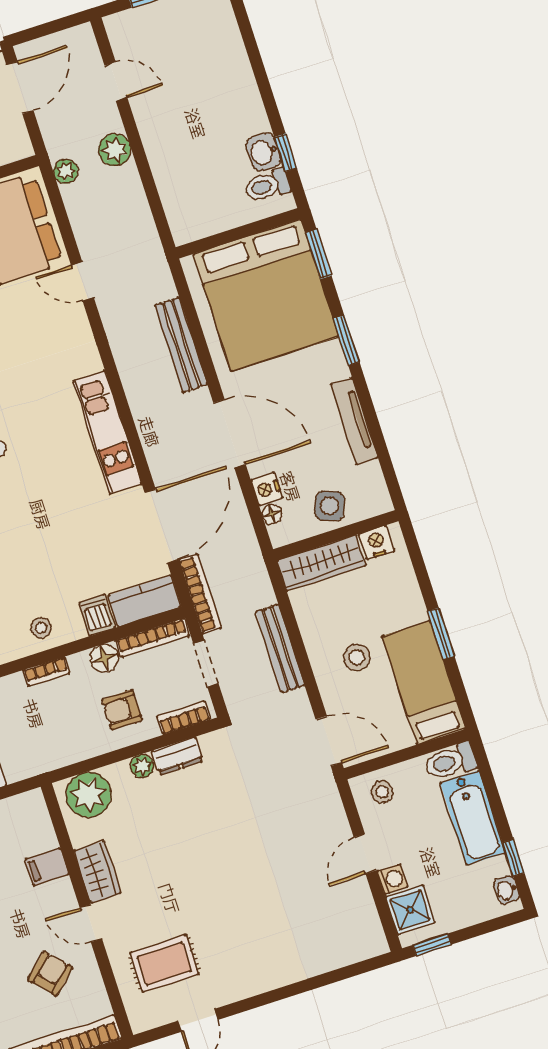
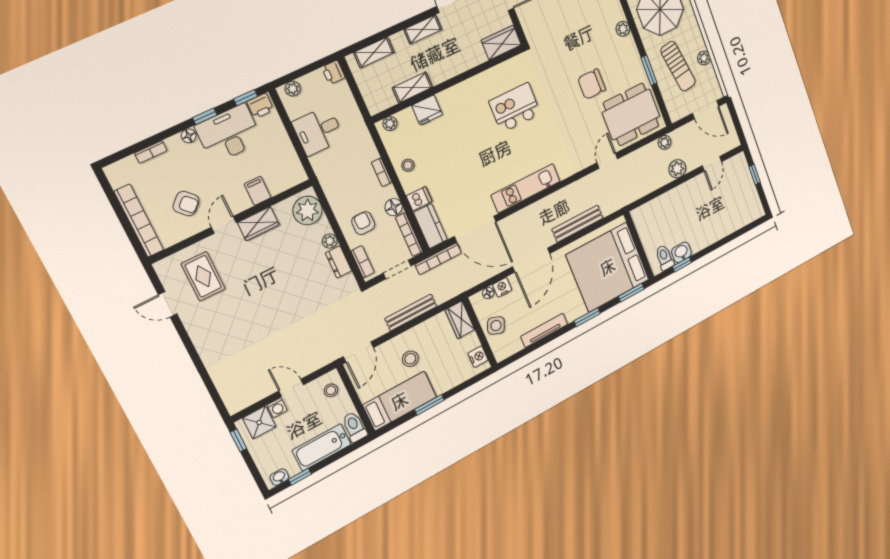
wardrobe: (321, 563) -> (460, 320), width x0.67

